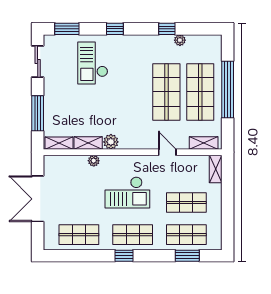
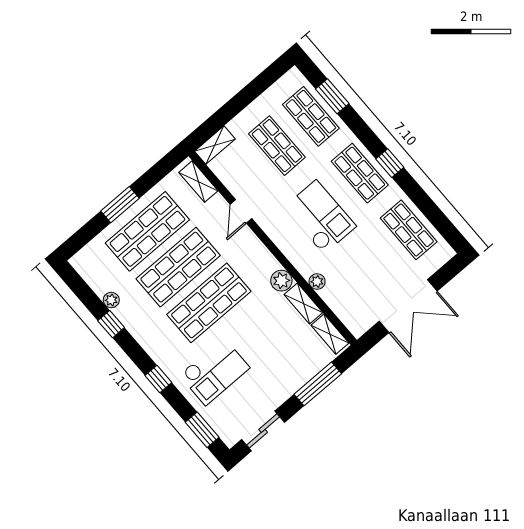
window: (228, 90) -> (120, 205), width x0.47
shop shelf: (133, 92) -> (209, 303), added

